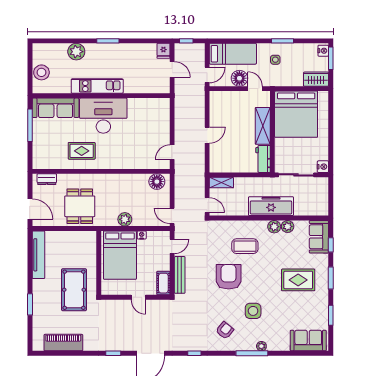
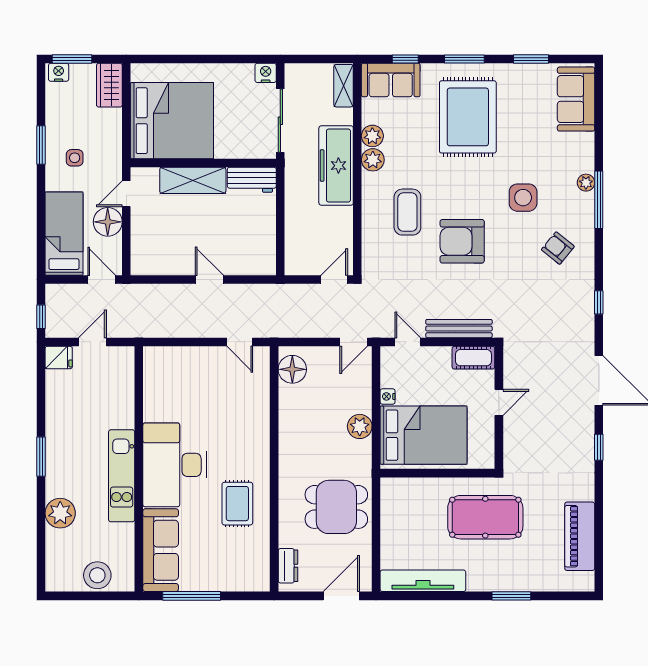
shelving: (221, 183) -> (344, 86), moved
rug: (298, 280) -> (468, 117), width x1.37, depth x1.44

